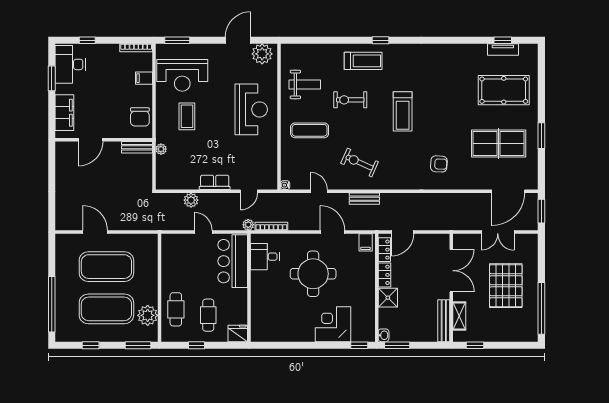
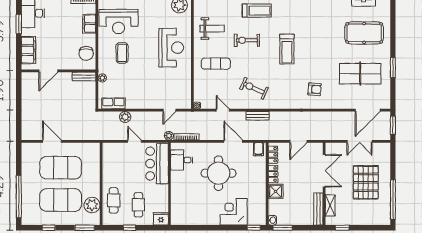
filing cabinet: (144, 78) -> (89, 24), width x2.00
row of seats: (215, 182) -> (113, 103), moved
door: (403, 232) -> (298, 141), moved

